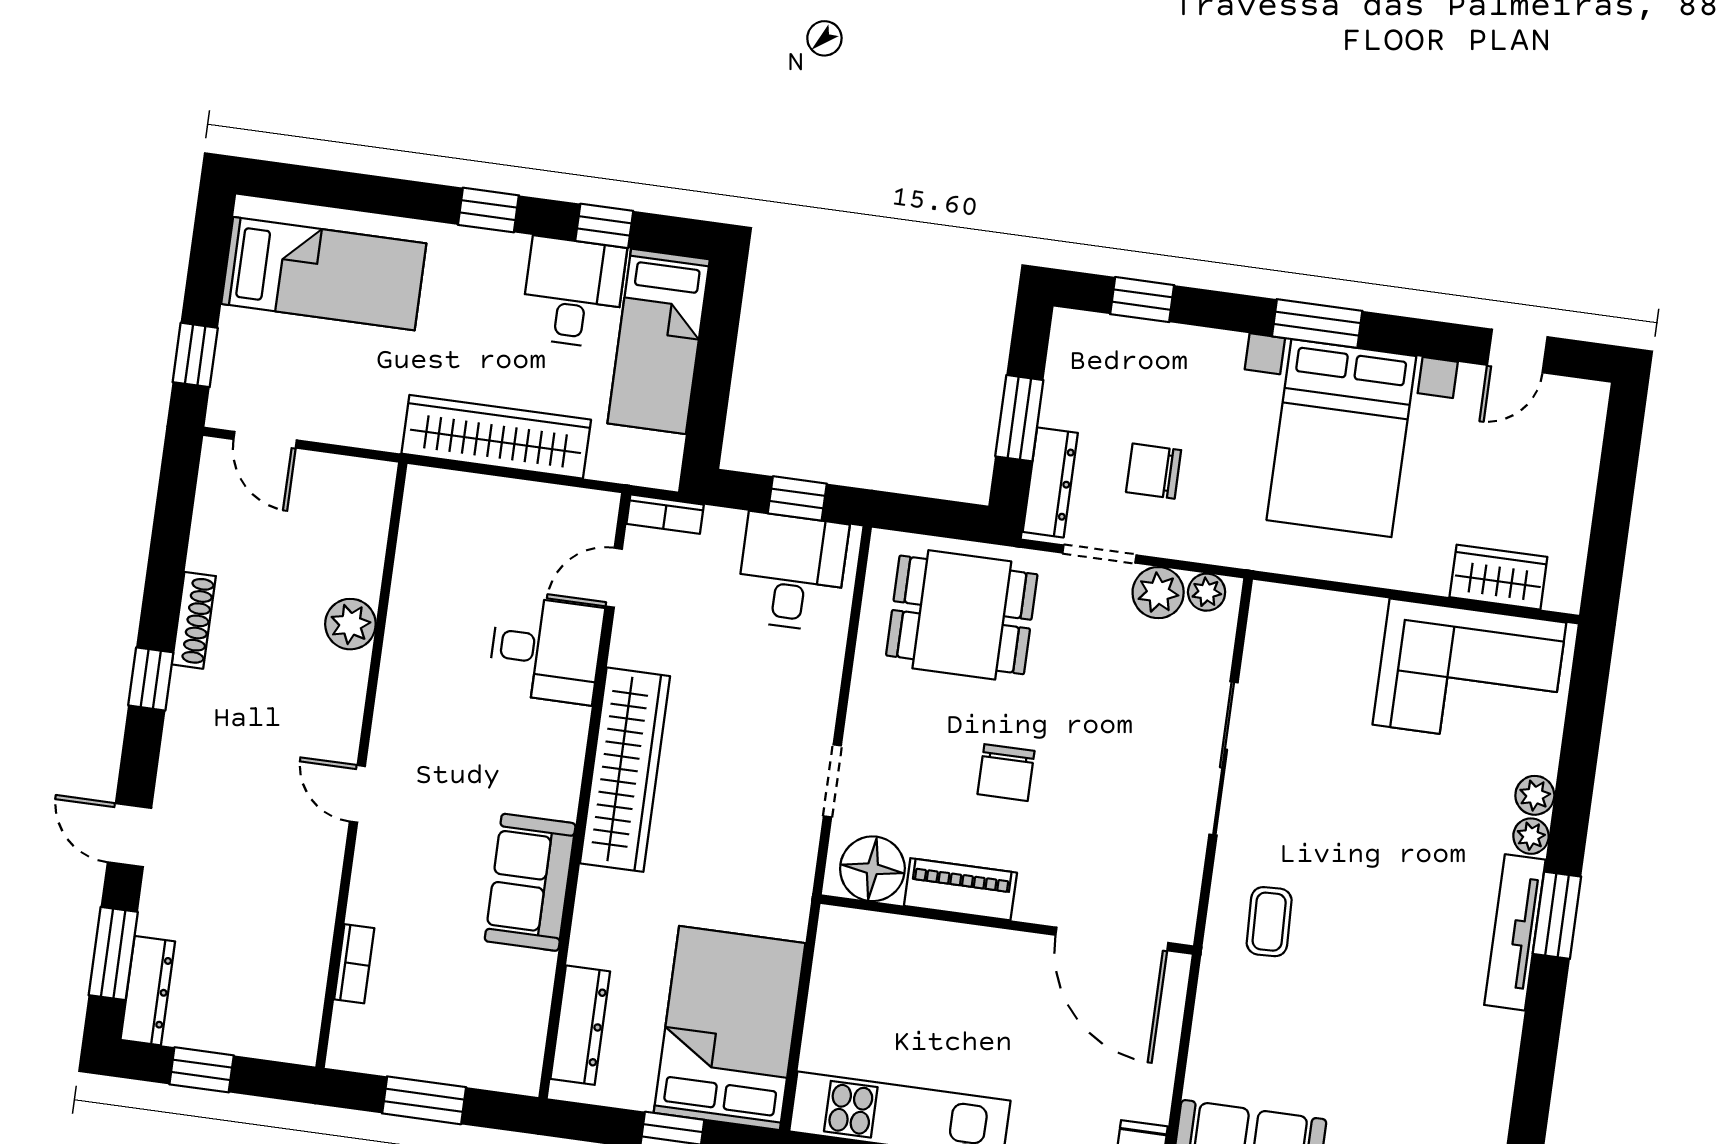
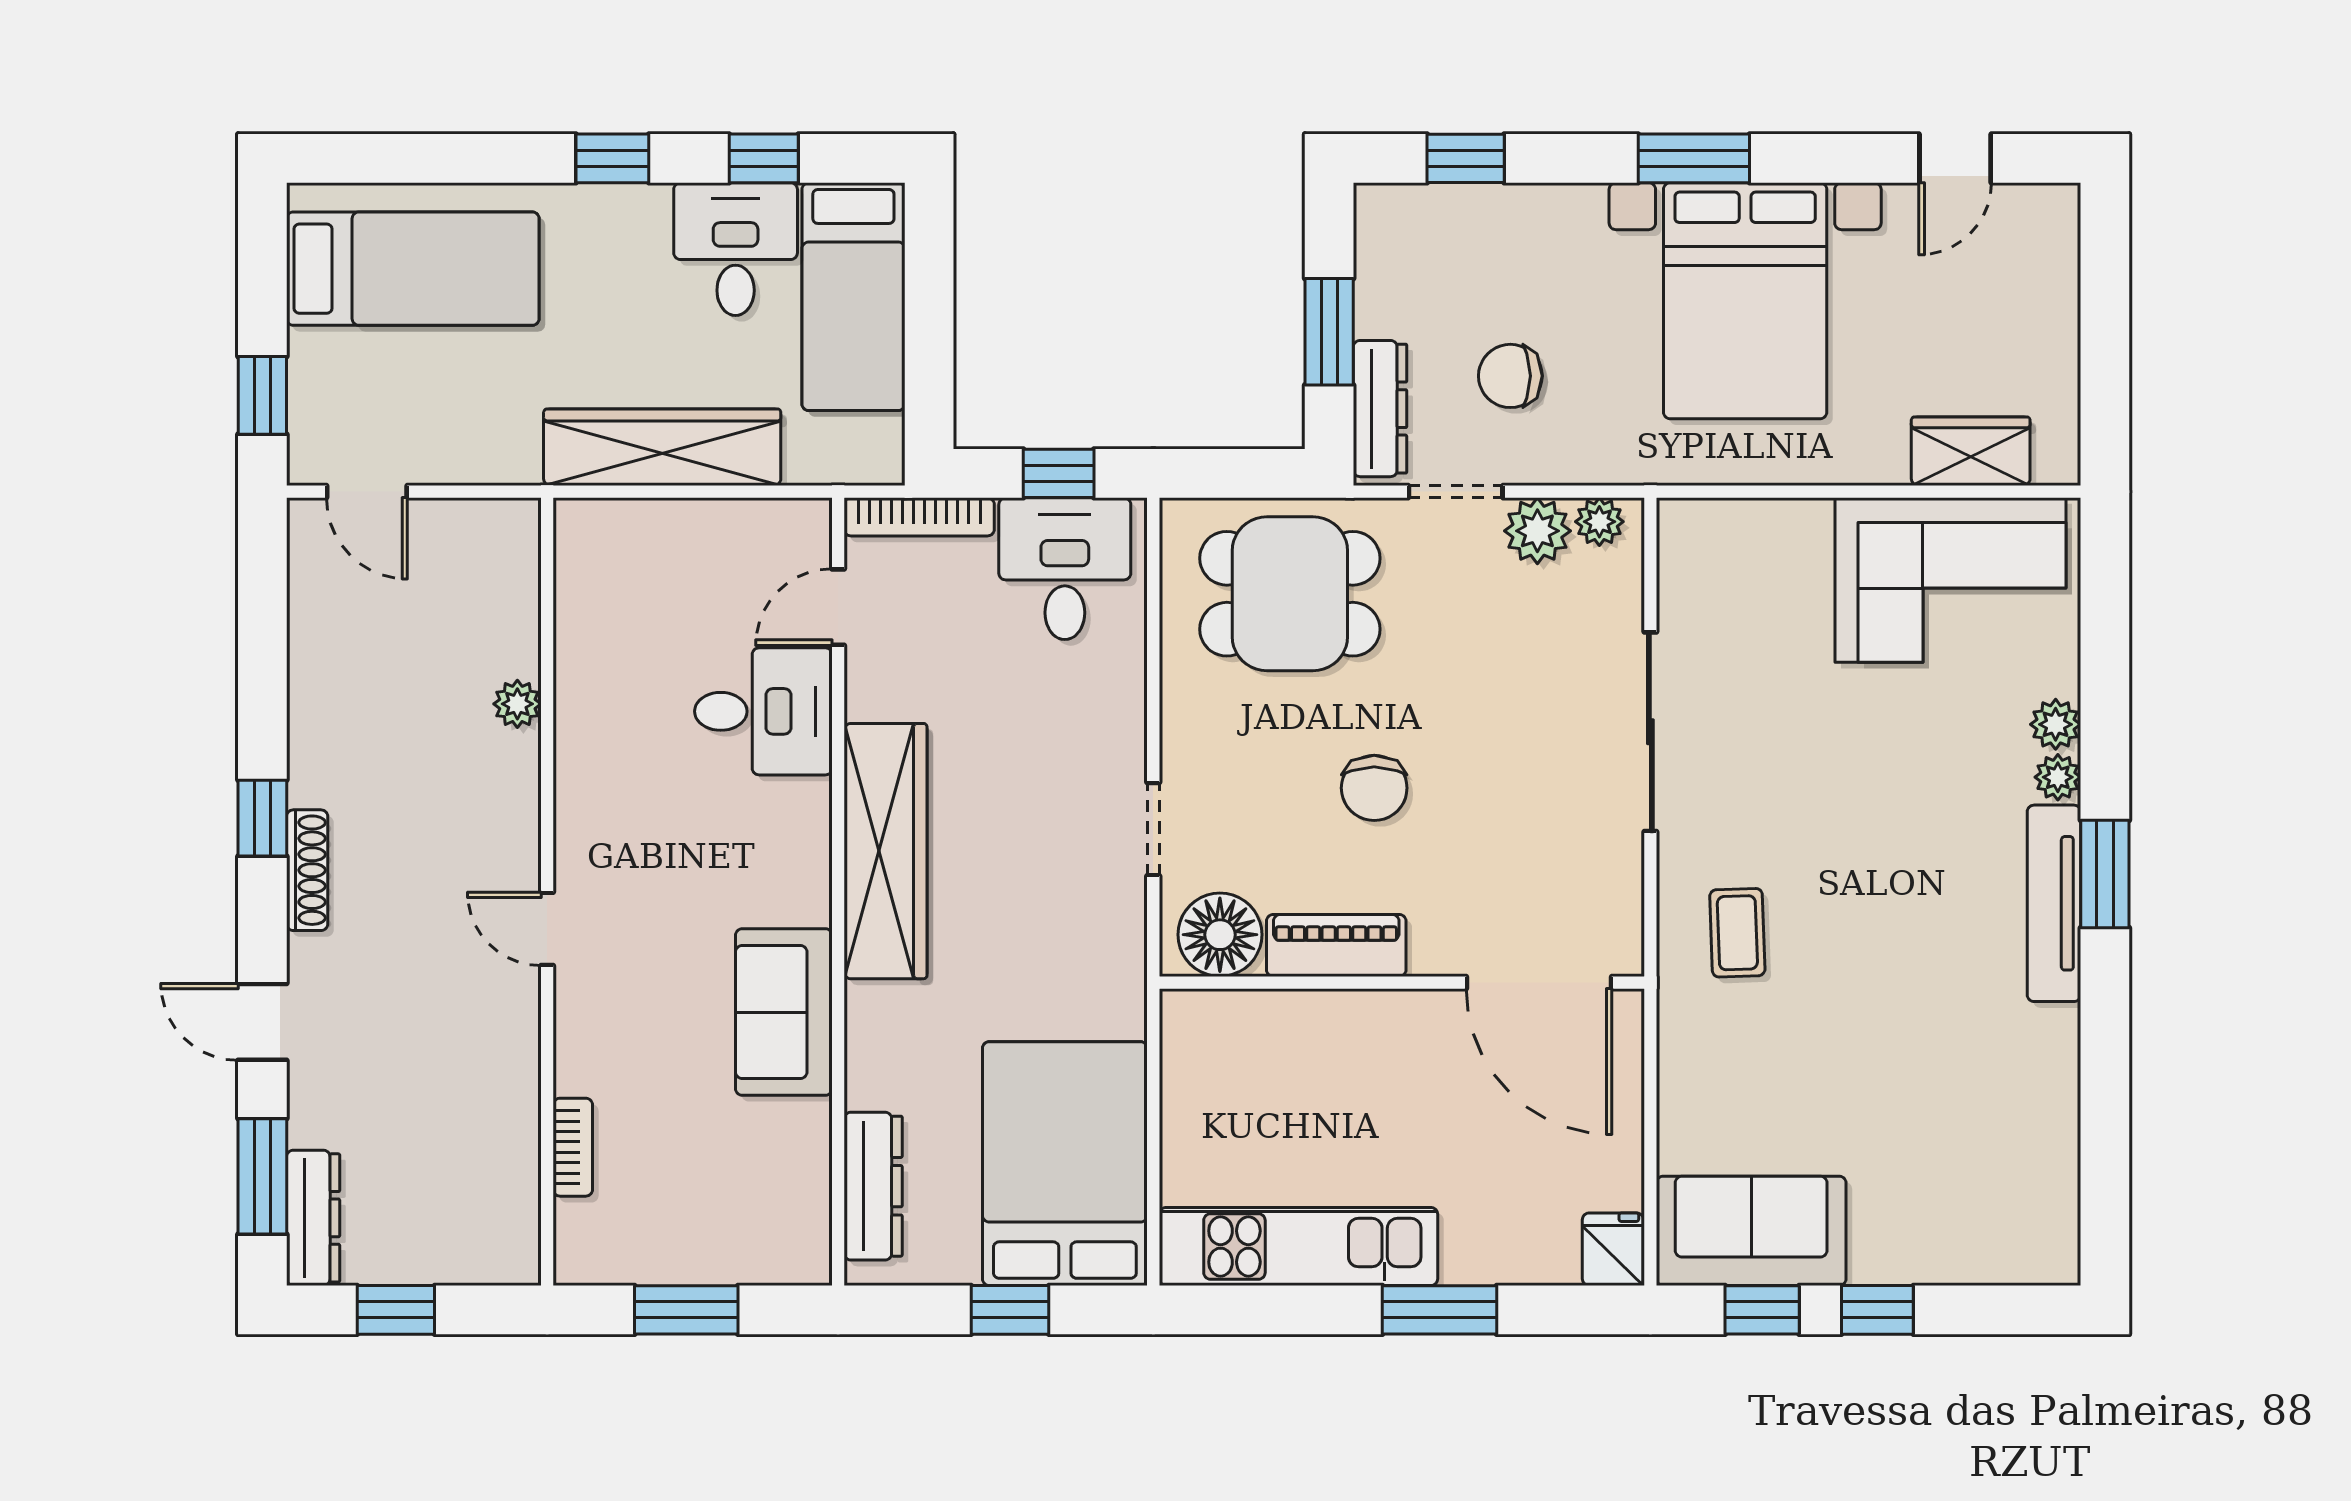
bookcase: (665, 514) -> (919, 517), width x1.56
shoe rack: (194, 620) -> (307, 870), moved
plant: (350, 624) -> (517, 704), width x0.73, depth x0.73

